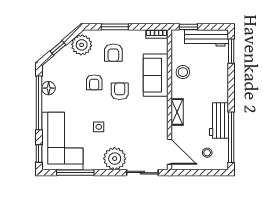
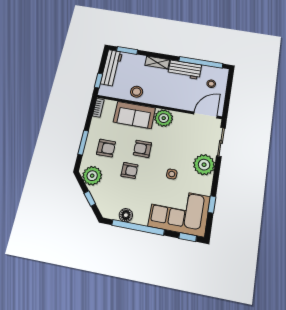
plant: (158, 107) -> (164, 118), added
shelving: (177, 112) -> (157, 62), moved
window: (75, 173) -> (212, 204), width x0.46

